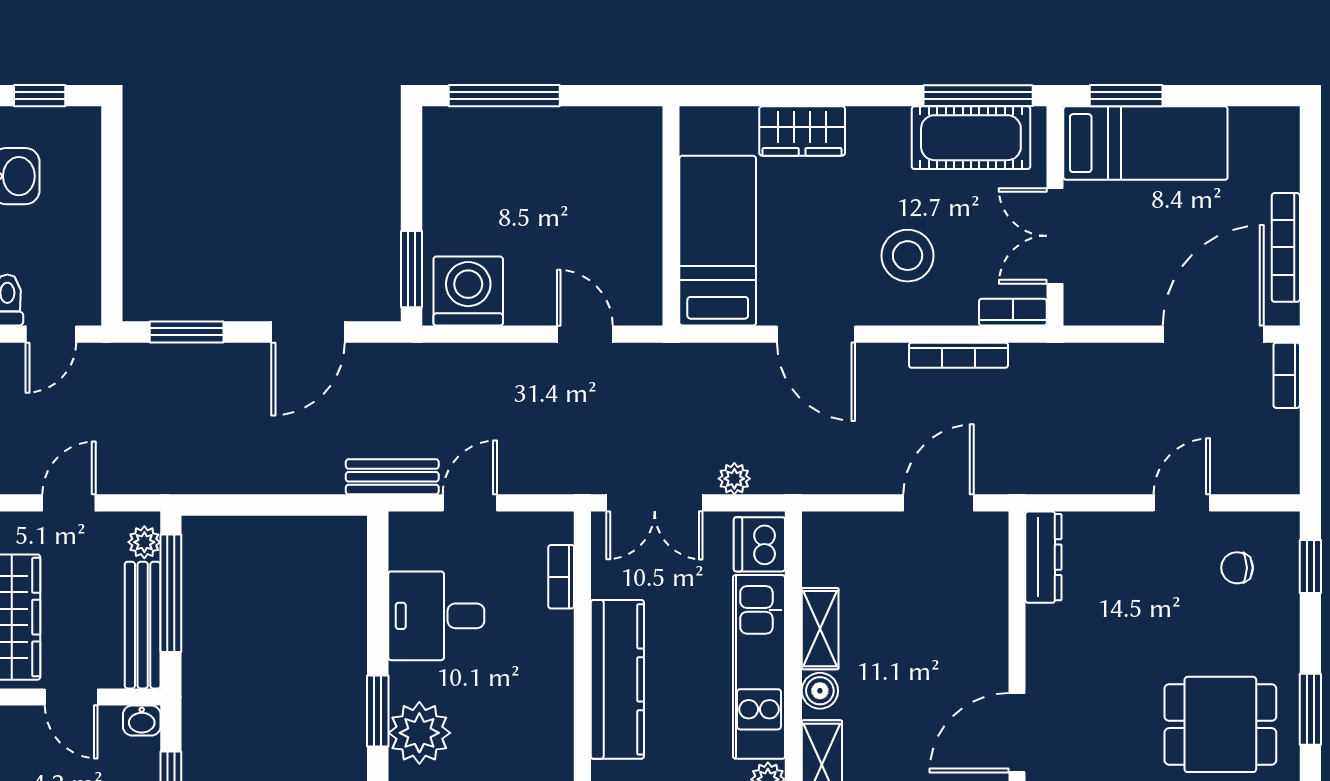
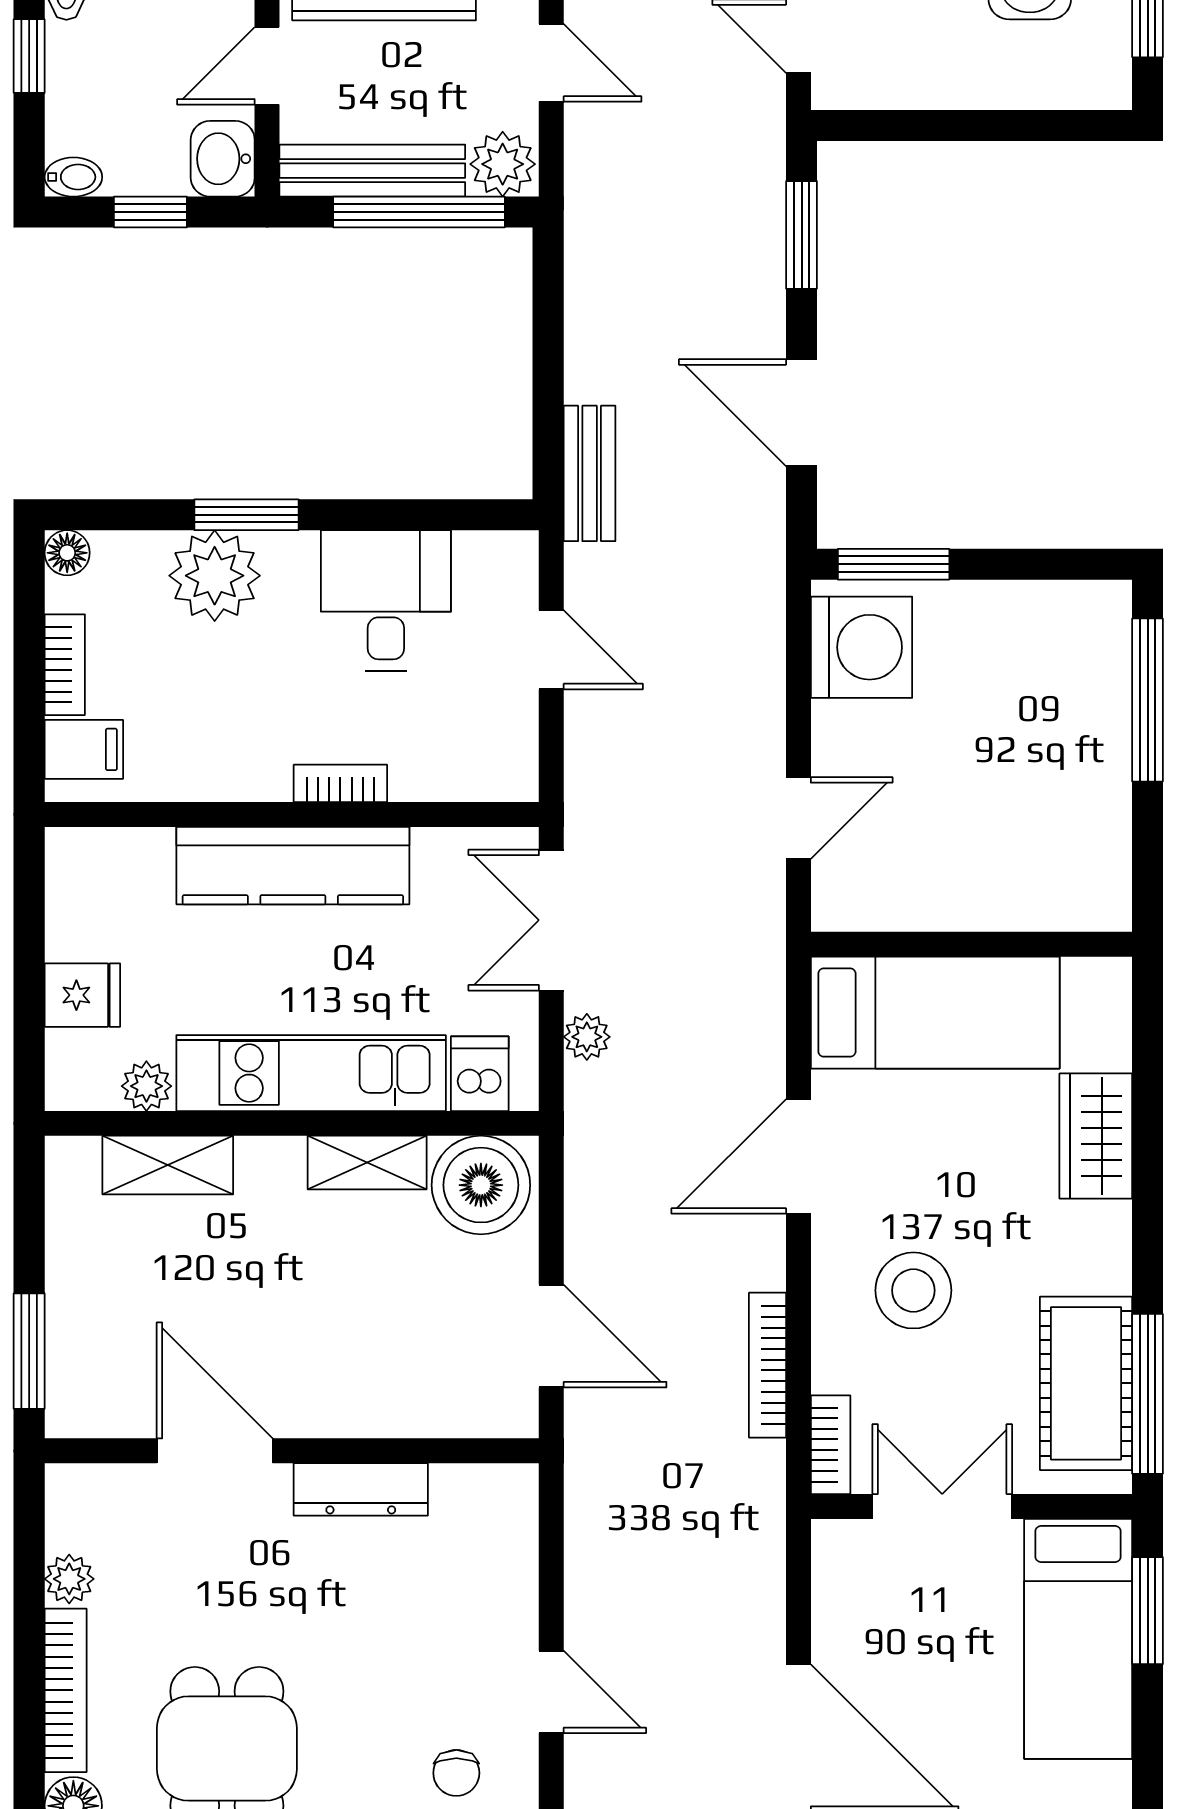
bench: (392, 477) -> (590, 473), moved
plant: (144, 542) -> (503, 164), width x1.38, depth x1.38
dishwasher: (759, 544) -> (480, 1074), width x0.73
dresser: (1043, 557) -> (361, 1489), moved
chair: (1237, 568) -> (456, 1773), turned 180
bookcase: (561, 577) -> (340, 783), moved
boiler: (820, 691) -> (481, 1185), moved, width x1.86, depth x1.86
washbasin: (142, 721) -> (223, 159), width x1.38, depth x1.45

